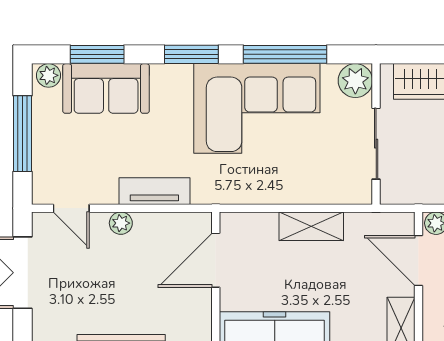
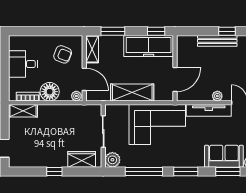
corner sofa: (257, 108) -> (157, 124), moved, turned 180
tv unit: (154, 191) -> (209, 110), width x1.41
shelving: (311, 226) -> (132, 93), width x1.50, depth x1.33

